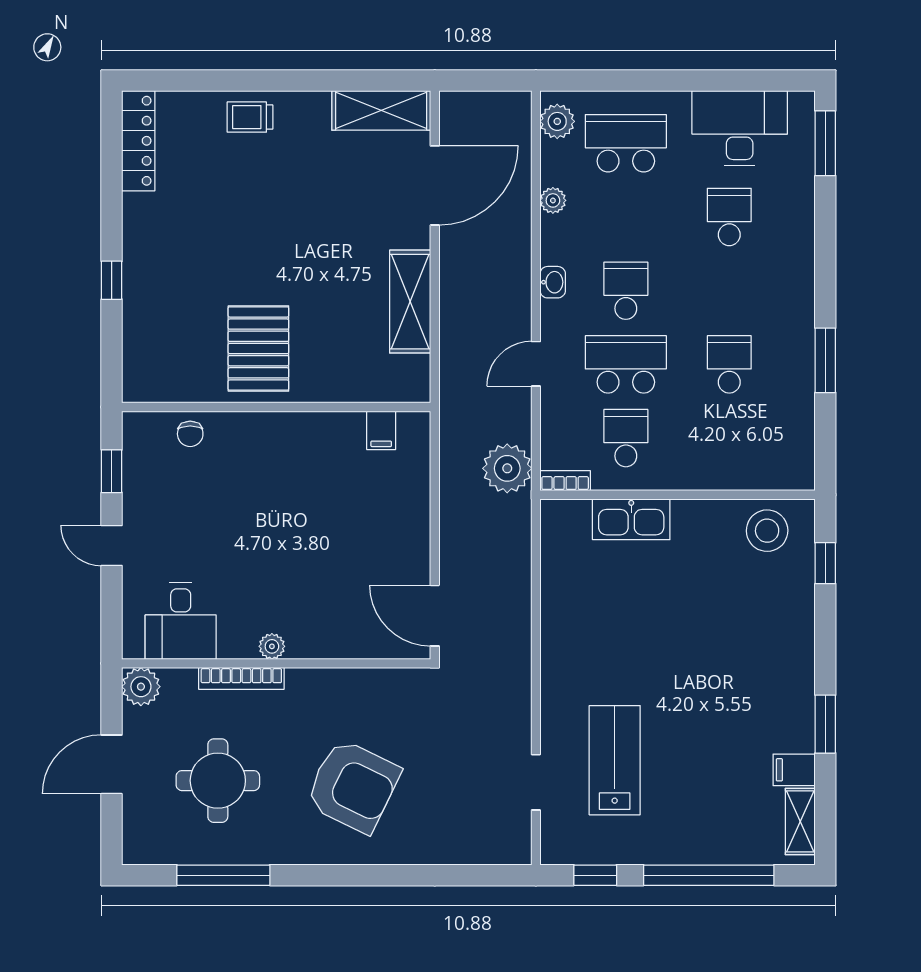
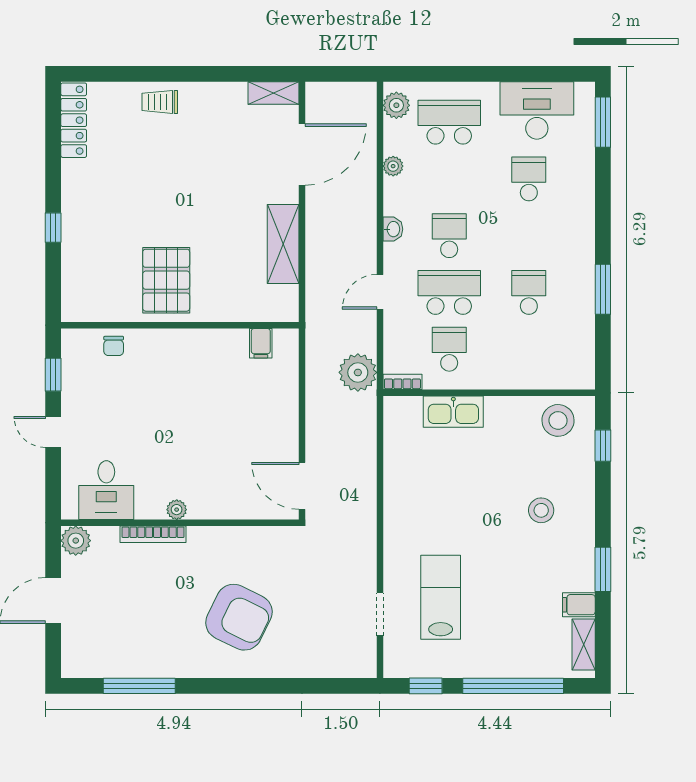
shelving: (381, 110) -> (273, 93), width x0.67, depth x0.75
stool: (745, 647) -> (541, 510), added
round table: (218, 781) -> (135, 613), removed

